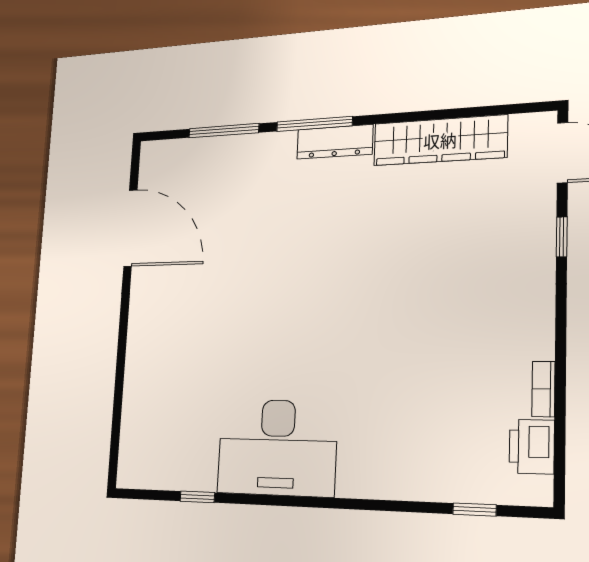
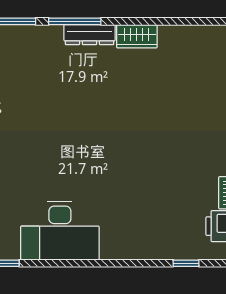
wardrobe: (440, 140) -> (137, 36), width x0.48, depth x0.85

